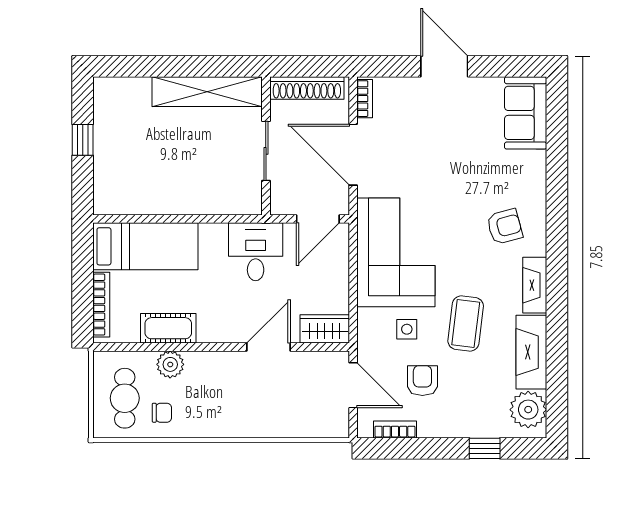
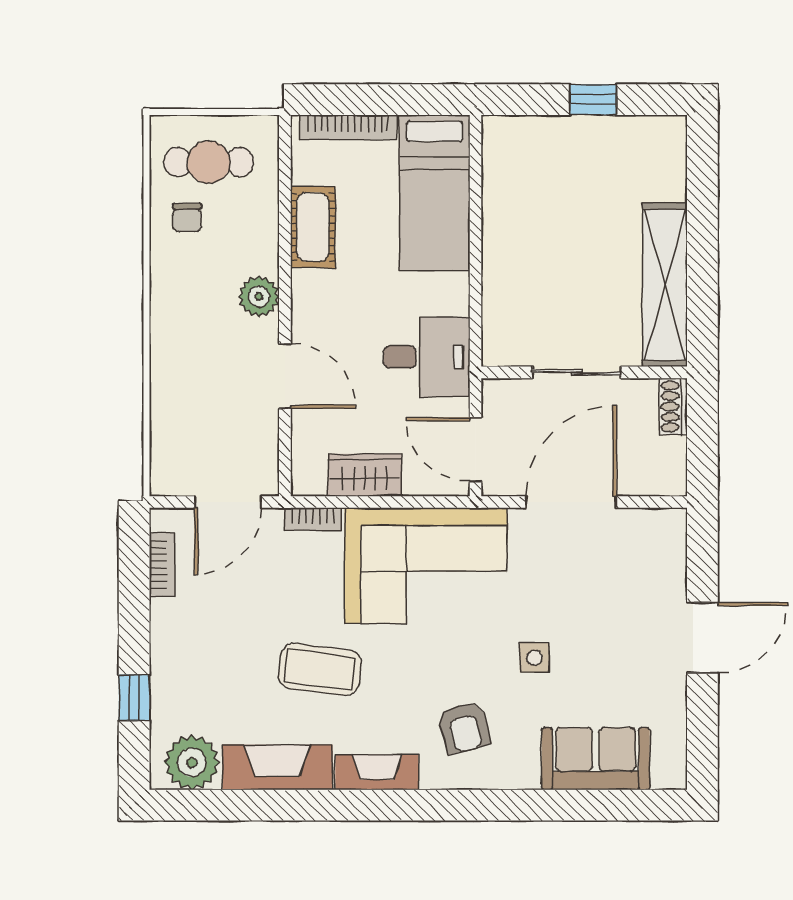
shoe rack: (307, 88) -> (673, 406), width x0.51, depth x0.81
bookcase: (365, 99) -> (313, 519), moved
sofa: (526, 113) -> (596, 759), moved
wardrobe: (325, 329) -> (365, 475), moved, turned -90
side table: (407, 329) -> (534, 658), moved
plant: (170, 364) -> (259, 296), moved
armchair: (422, 381) -> (235, 605), removed

